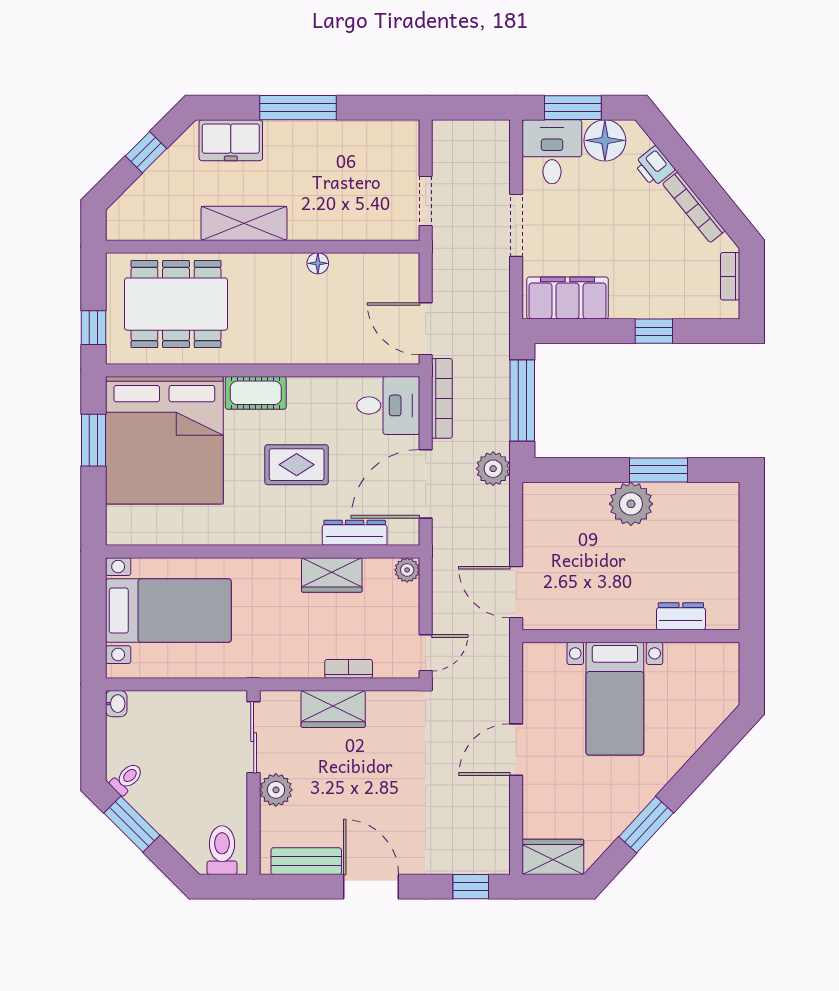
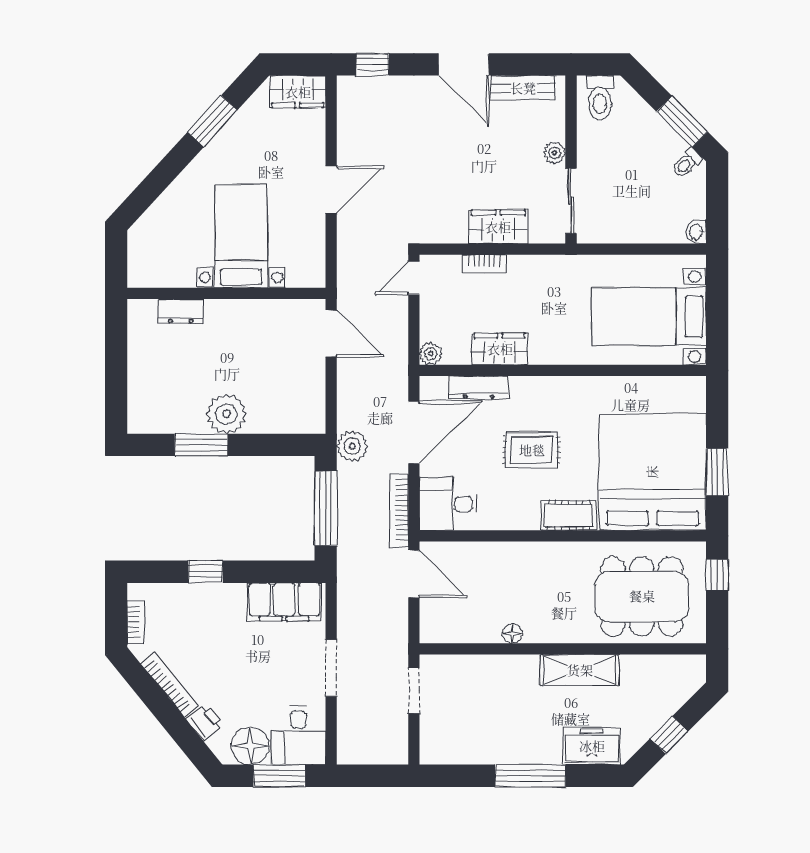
plant: (276, 790) -> (555, 153), width x0.73, depth x0.73

